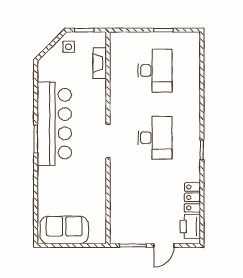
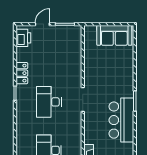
bar counter: (54, 124) -> (121, 120), width x0.73
locker: (192, 197) -> (22, 73), moved

